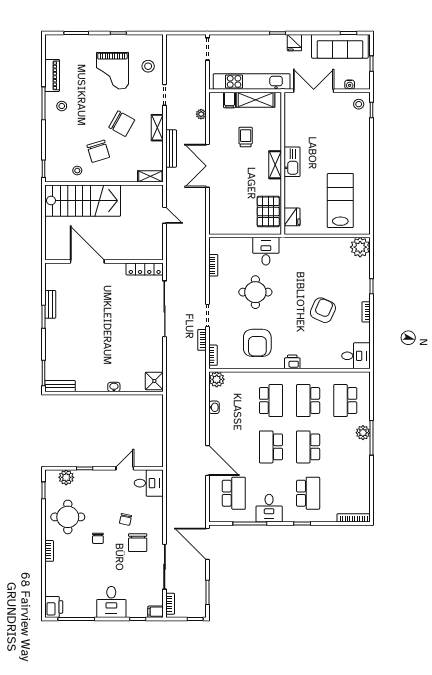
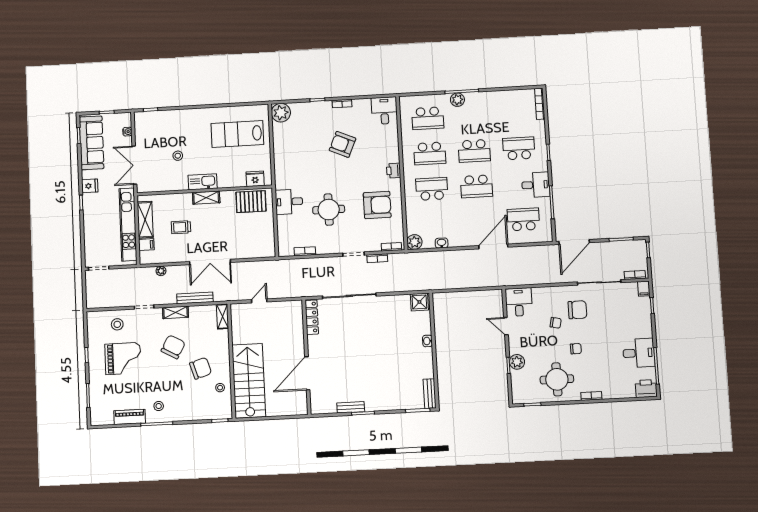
stool: (359, 104) -> (178, 156), moved
plant: (66, 477) -> (517, 362), moved
desk: (111, 602) -> (639, 353), moved

